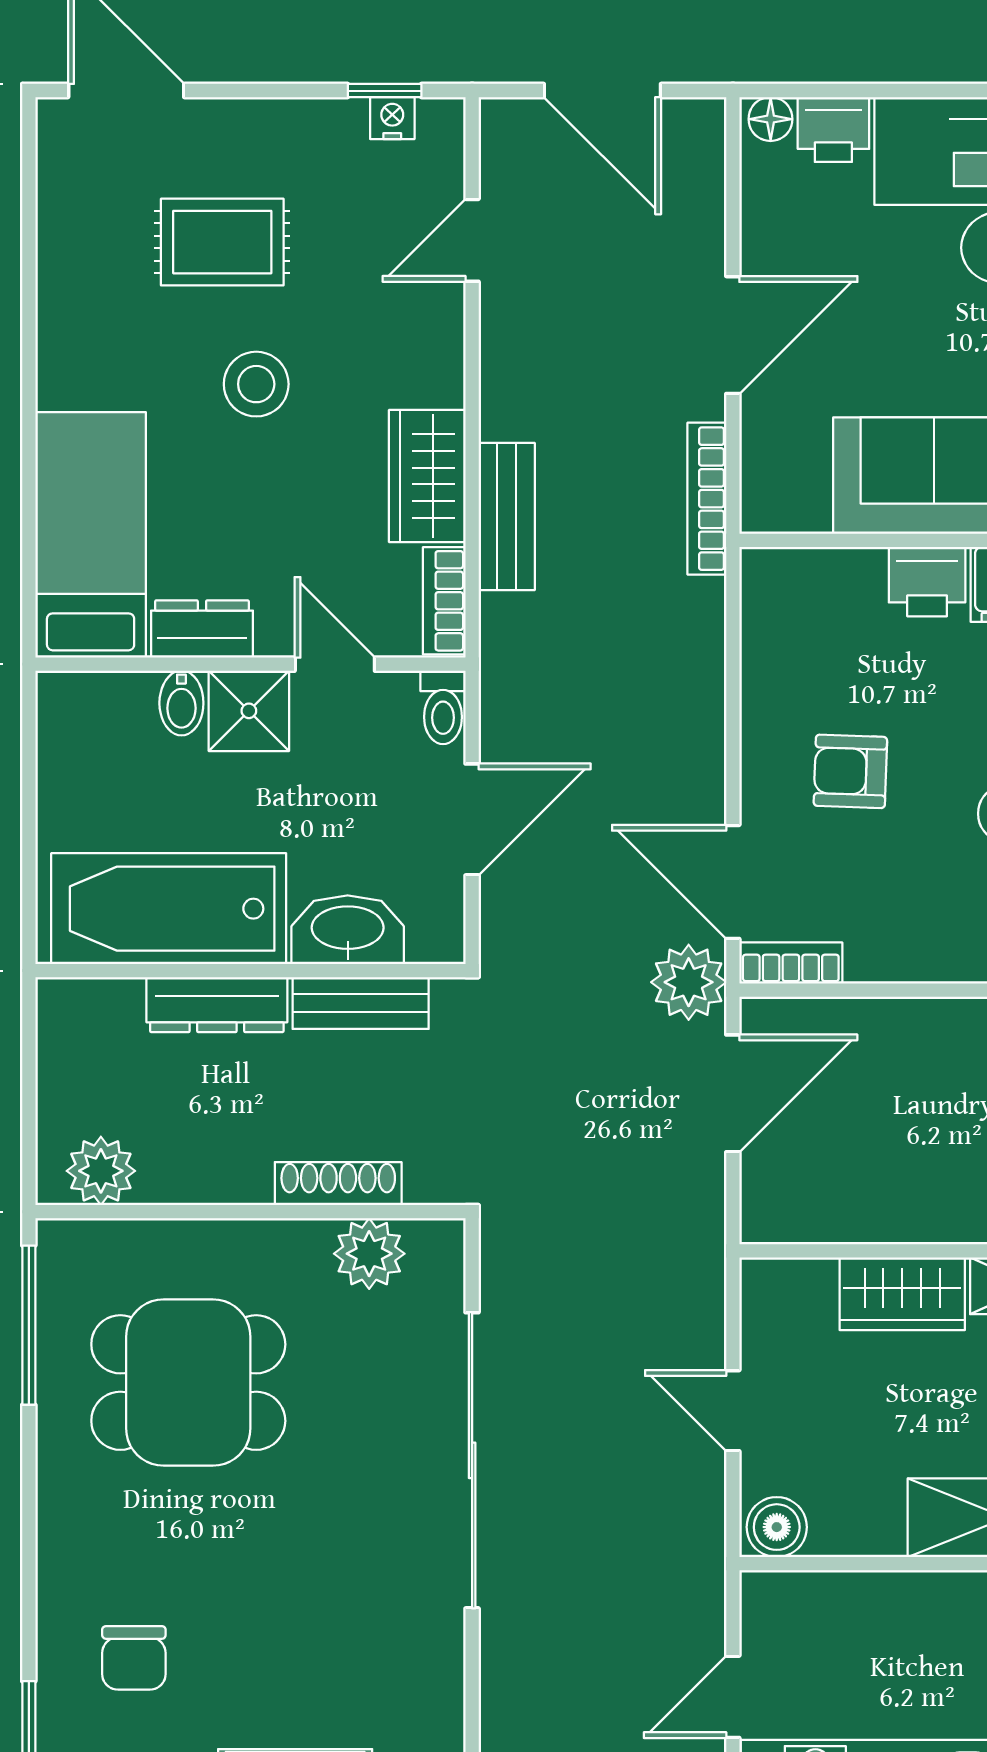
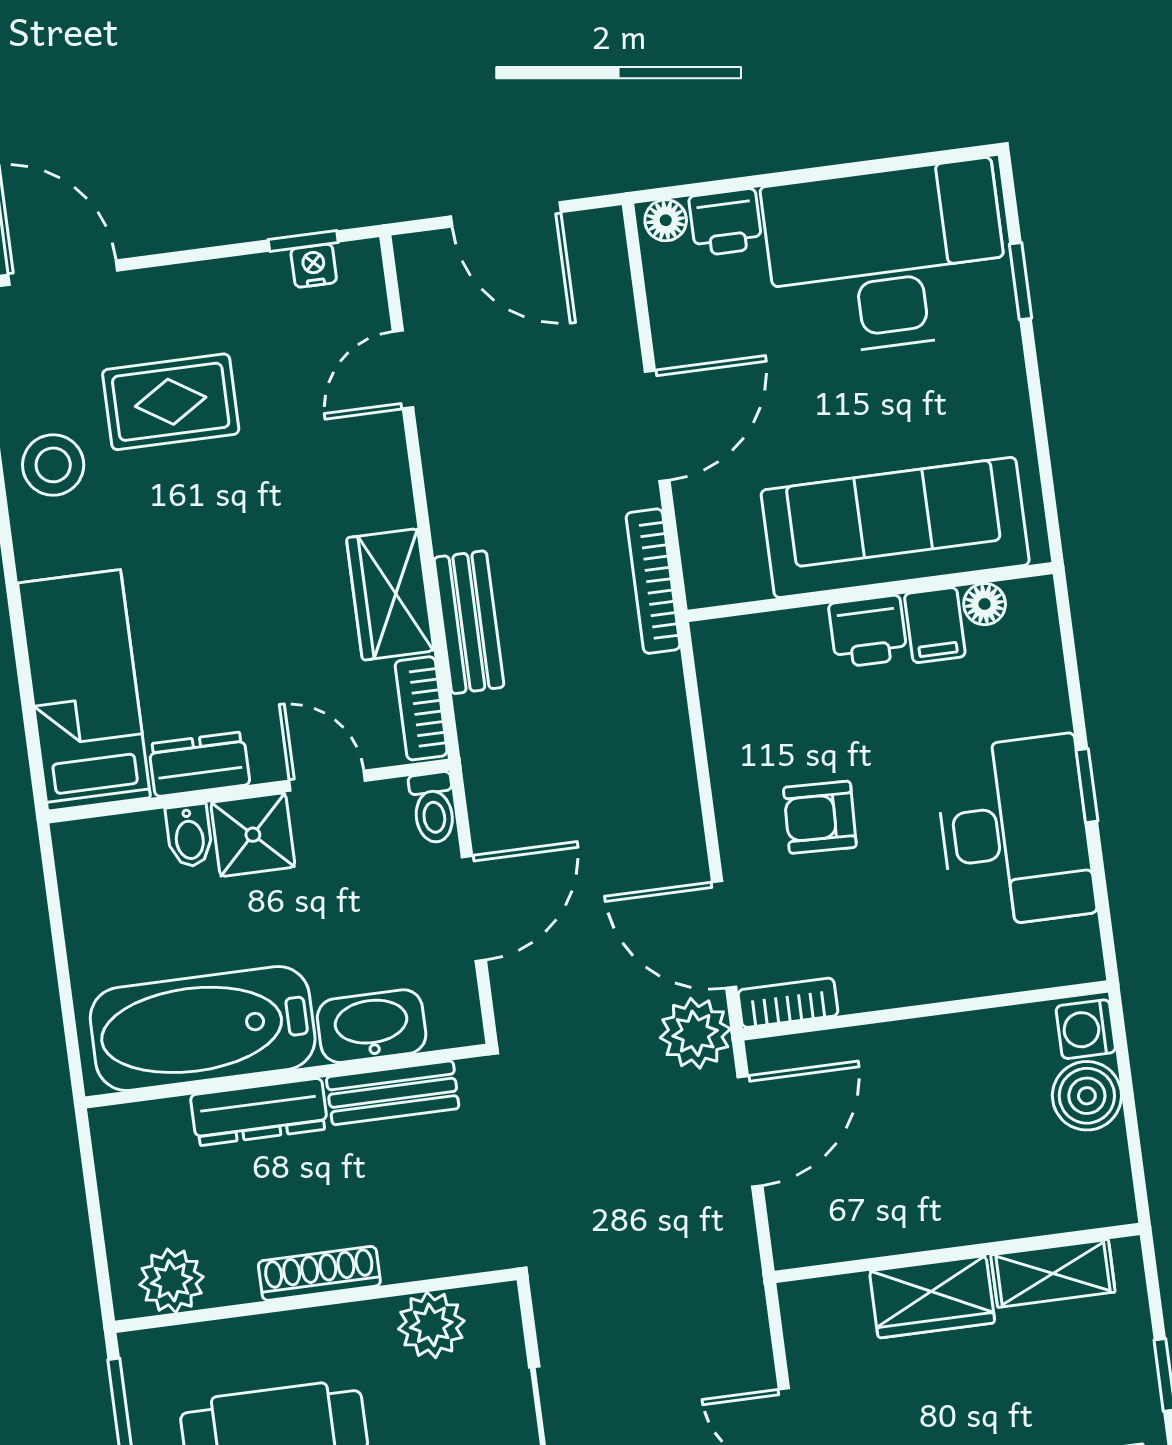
stool: (256, 384) -> (53, 465), moved
shoe rack: (338, 1184) -> (319, 1273), moved

